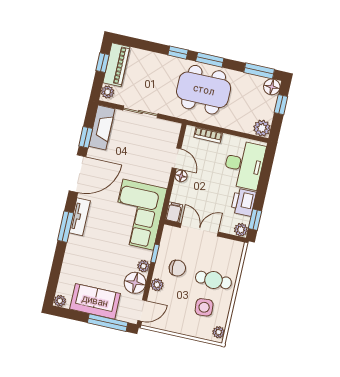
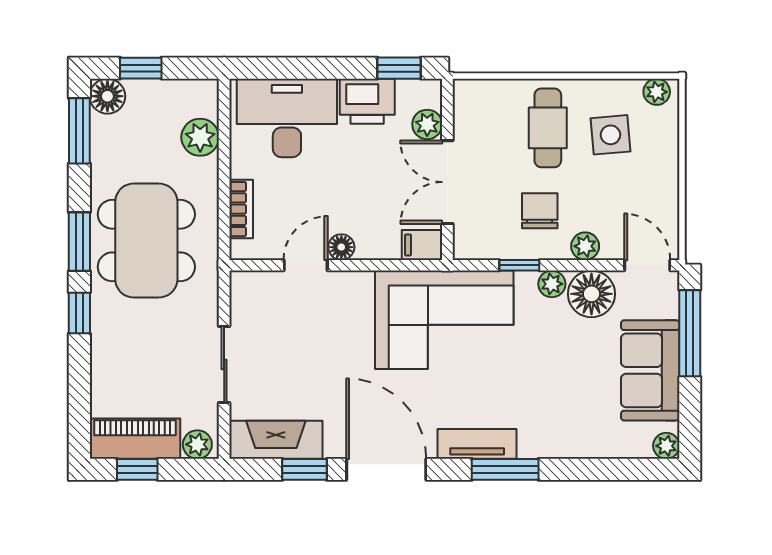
plant: (262, 128) -> (200, 137), moved
plant: (241, 230) -> (427, 124), moved

